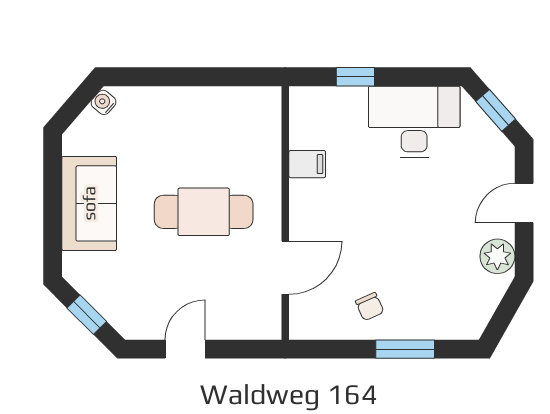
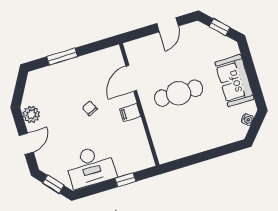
water cooler: (103, 102) -> (247, 120), moved
filing cabinet: (307, 164) -> (130, 113), moved
chair: (370, 307) -> (90, 108), moved

